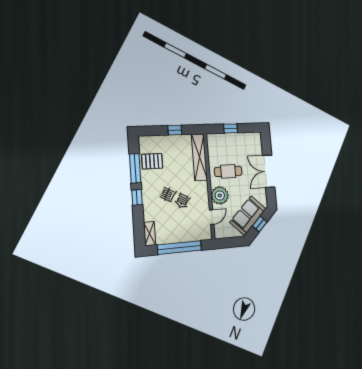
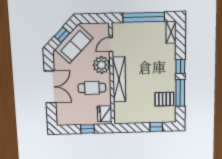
window: (175, 130) -> (156, 127), moved
fridge: (214, 145) -> (105, 114), added
shelving: (199, 157) -> (119, 79), moved

